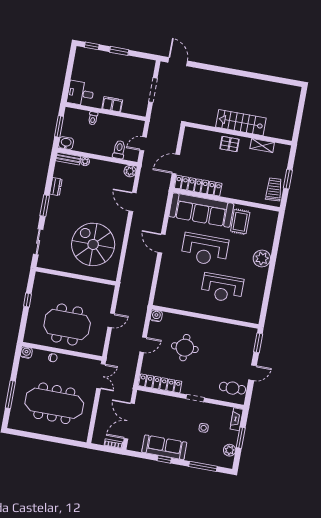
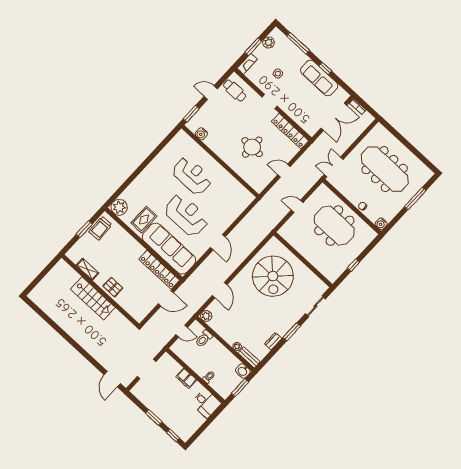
plant: (262, 258) -> (119, 207), moved
water cooler: (156, 316) -> (201, 134), moved

